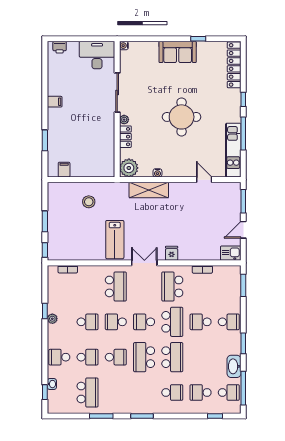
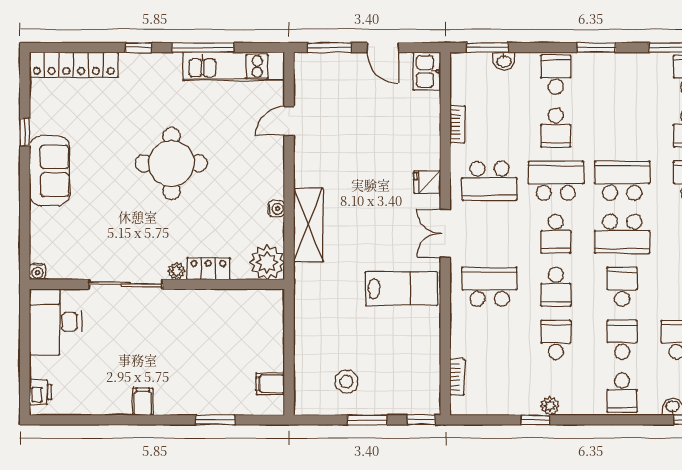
stool: (89, 202) -> (346, 382), moved
washbasin: (234, 366) -> (504, 61), moved, width x0.52, depth x0.69

